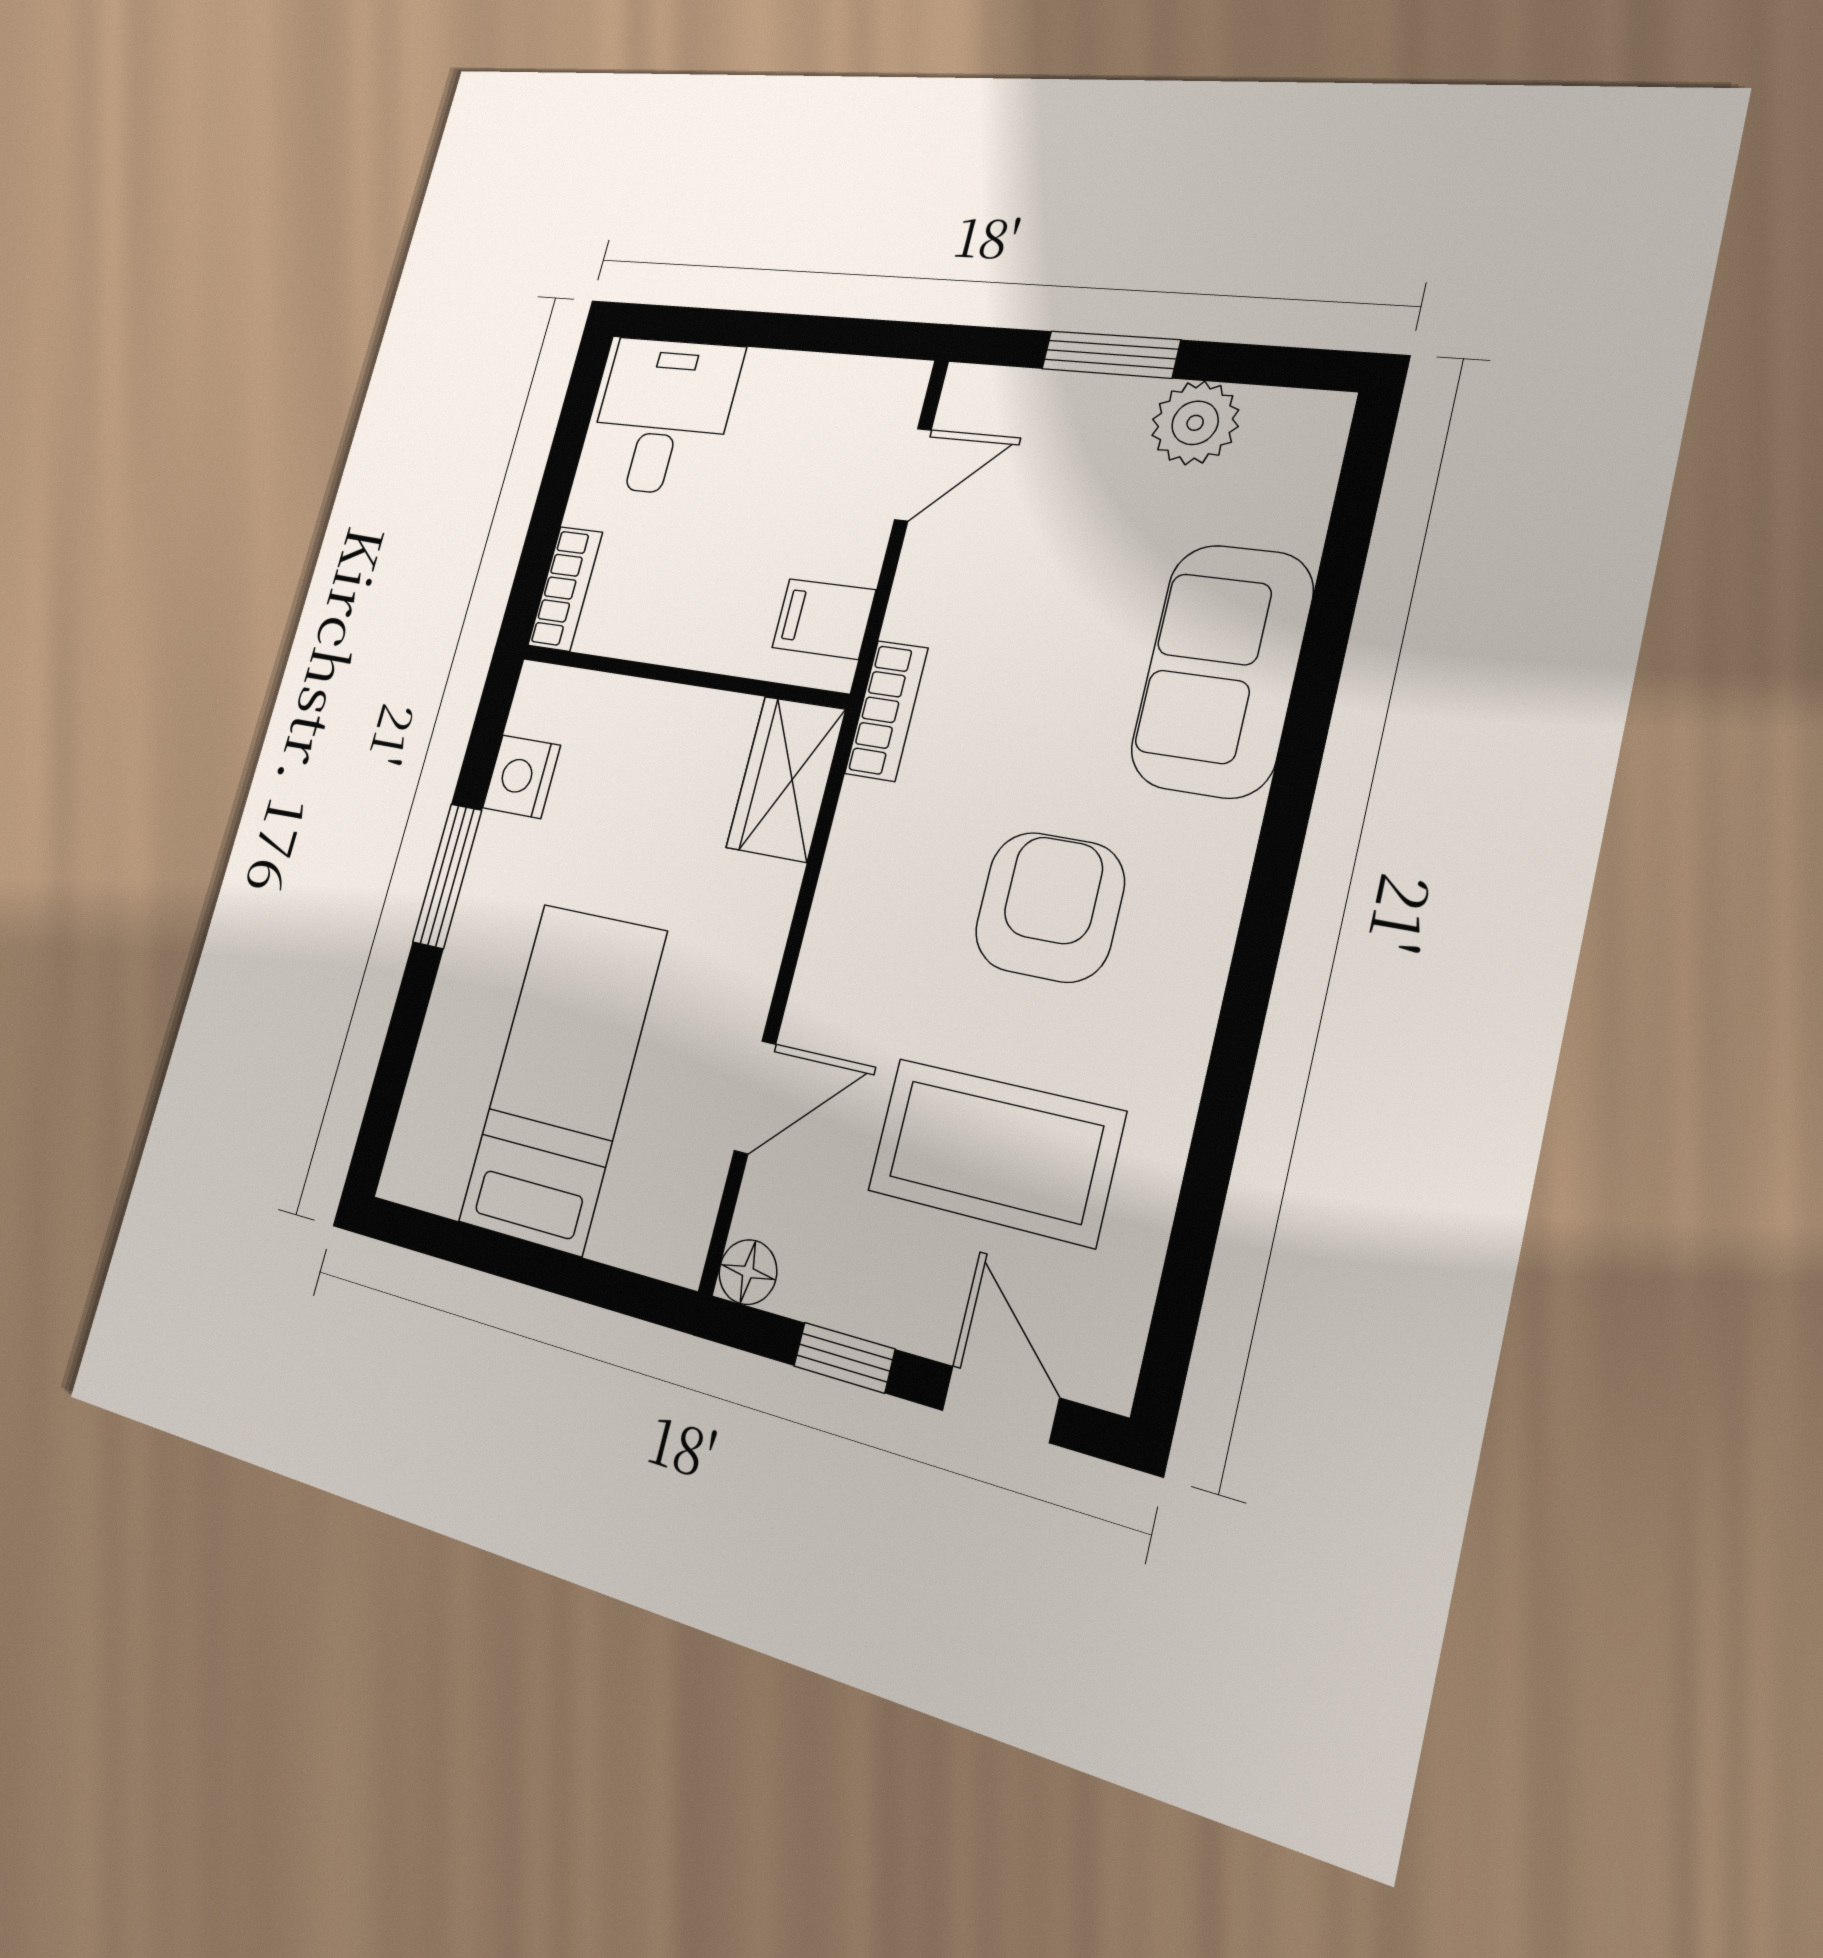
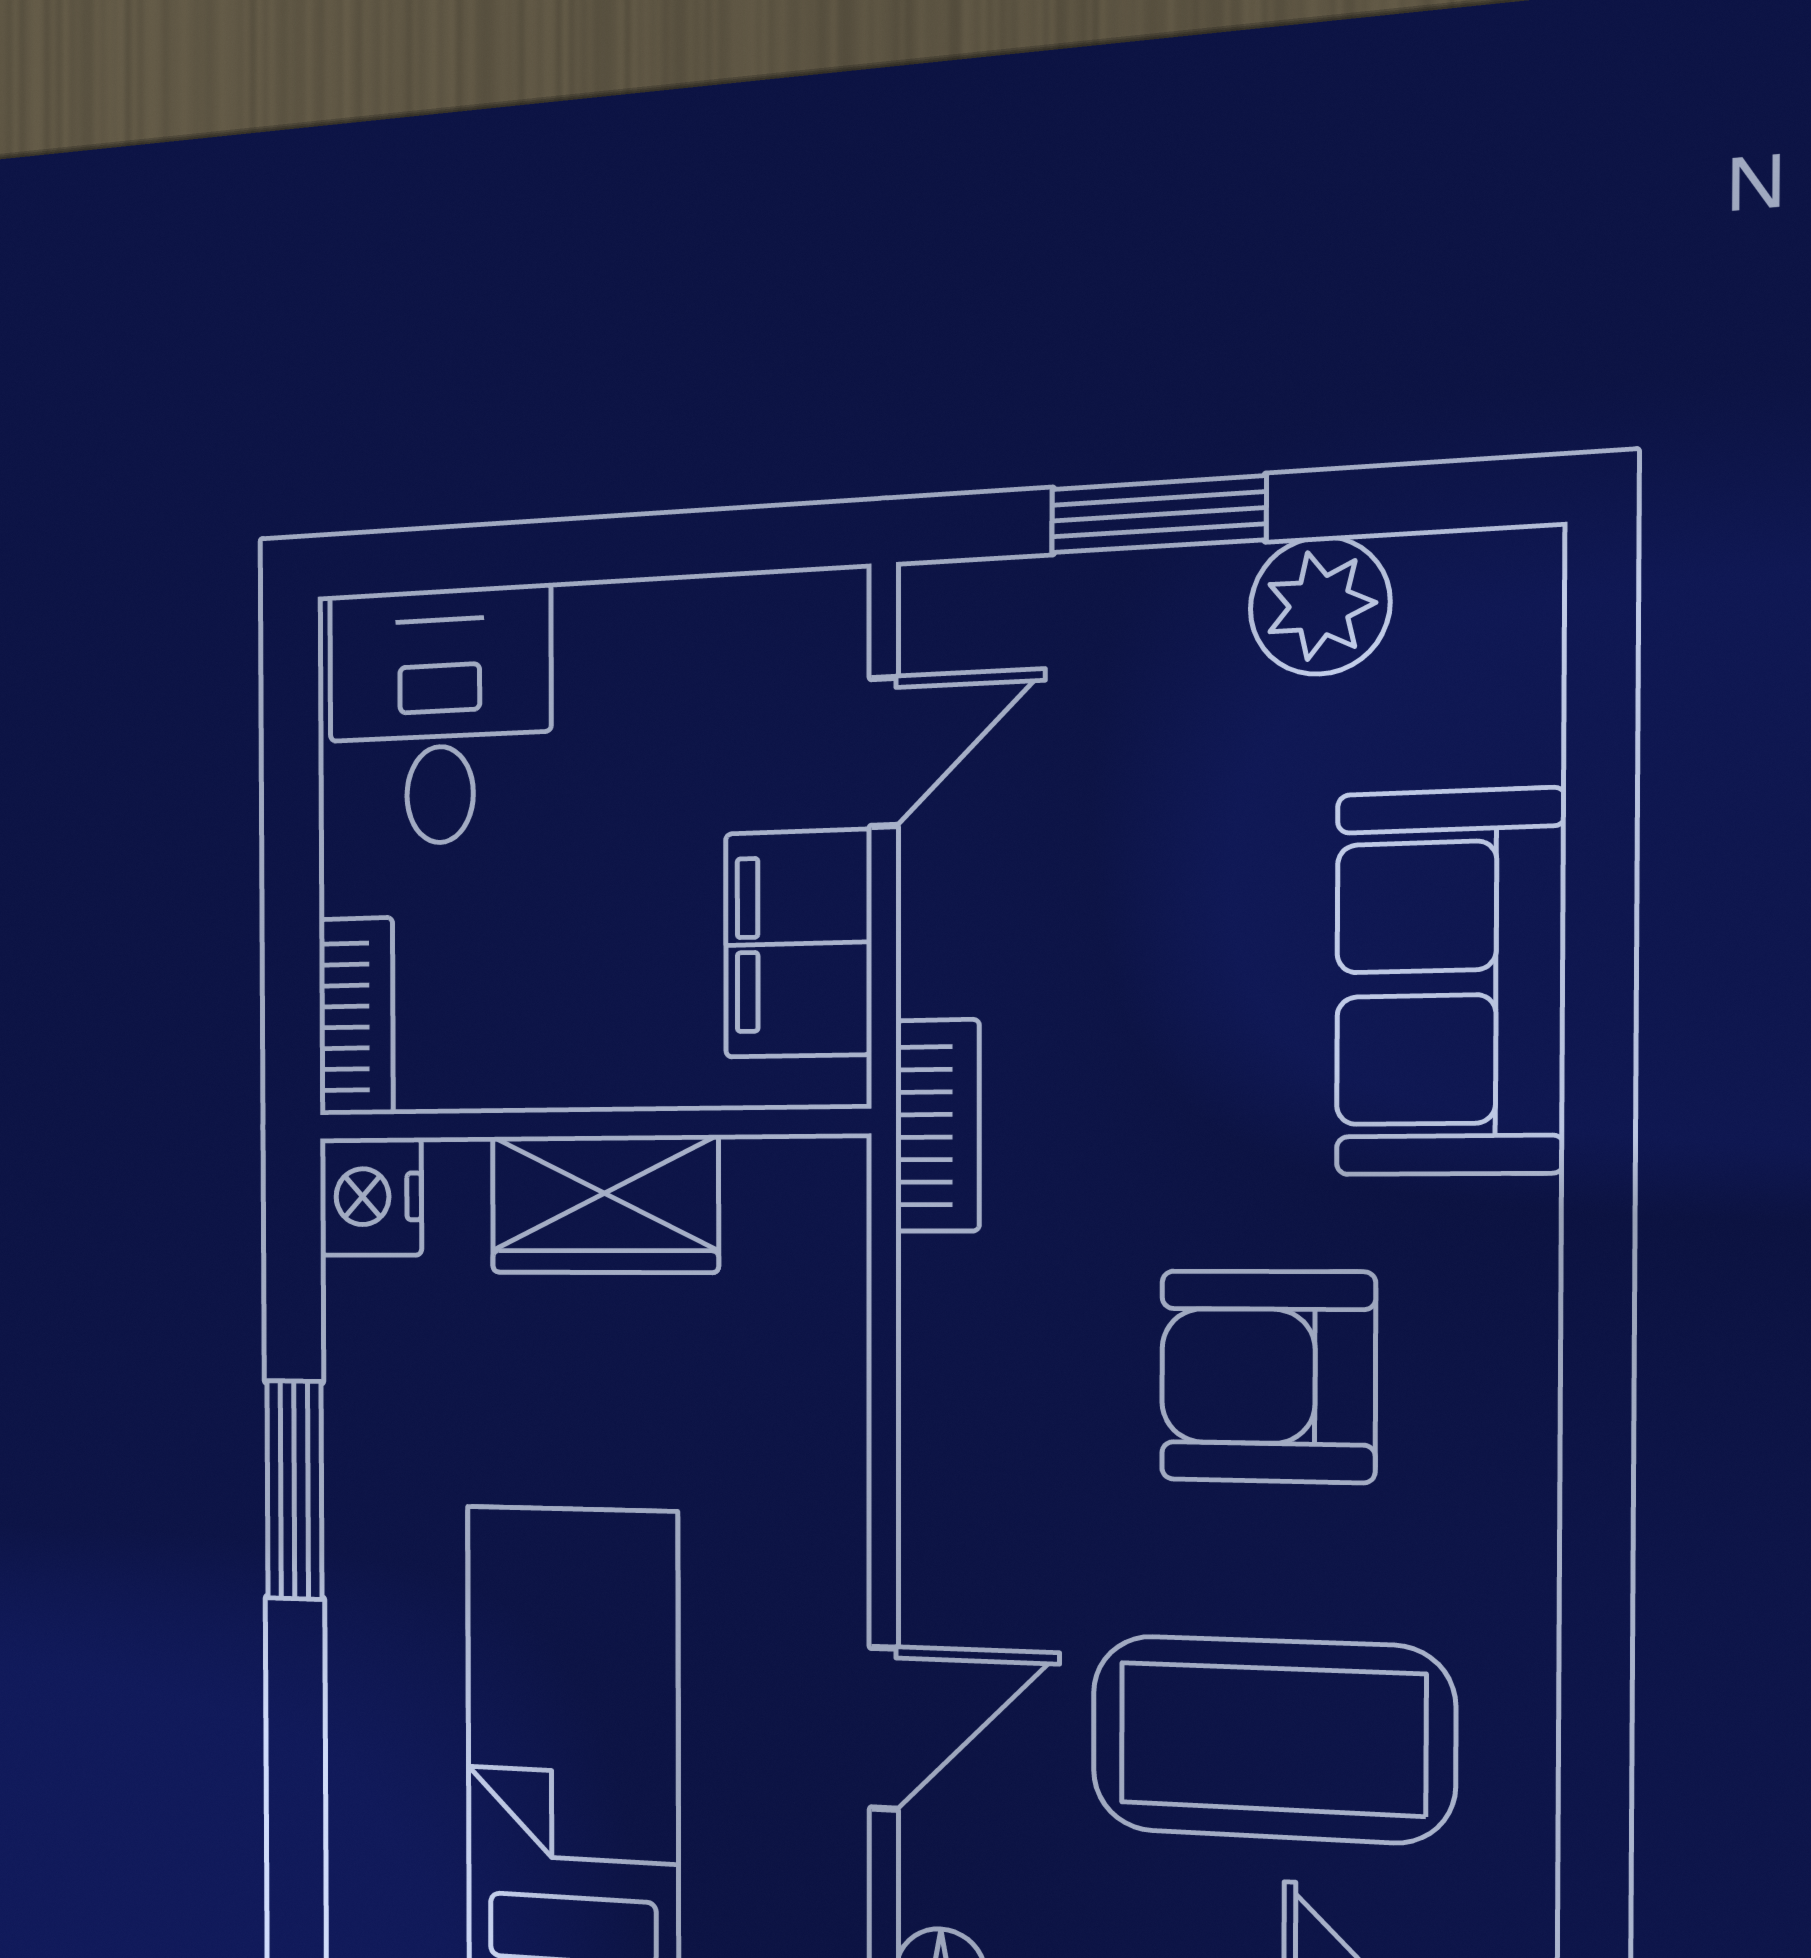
filing cabinet: (824, 619) -> (798, 944), width x2.00
nightstand: (522, 777) -> (371, 1197), moved
wardrobe: (786, 779) -> (605, 1204), moved, turned -90
armchair: (1049, 907) -> (1268, 1376), turned -90

